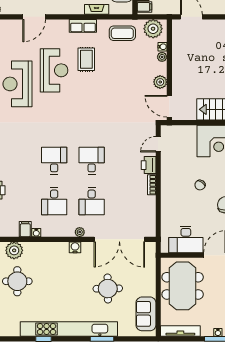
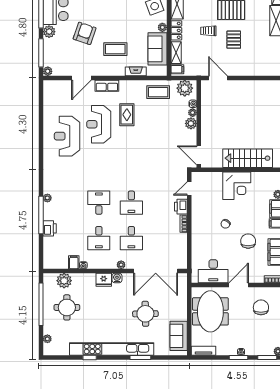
row of seats: (83, 26) -> (107, 86), moved
reception desk: (54, 70) -> (99, 124), turned 180
plant: (160, 82) -> (191, 123), moved
desk: (92, 161) -> (131, 203), turned 180
fridge: (60, 249) -> (104, 280), added
tv unit: (180, 331) -> (203, 351), width x0.71

